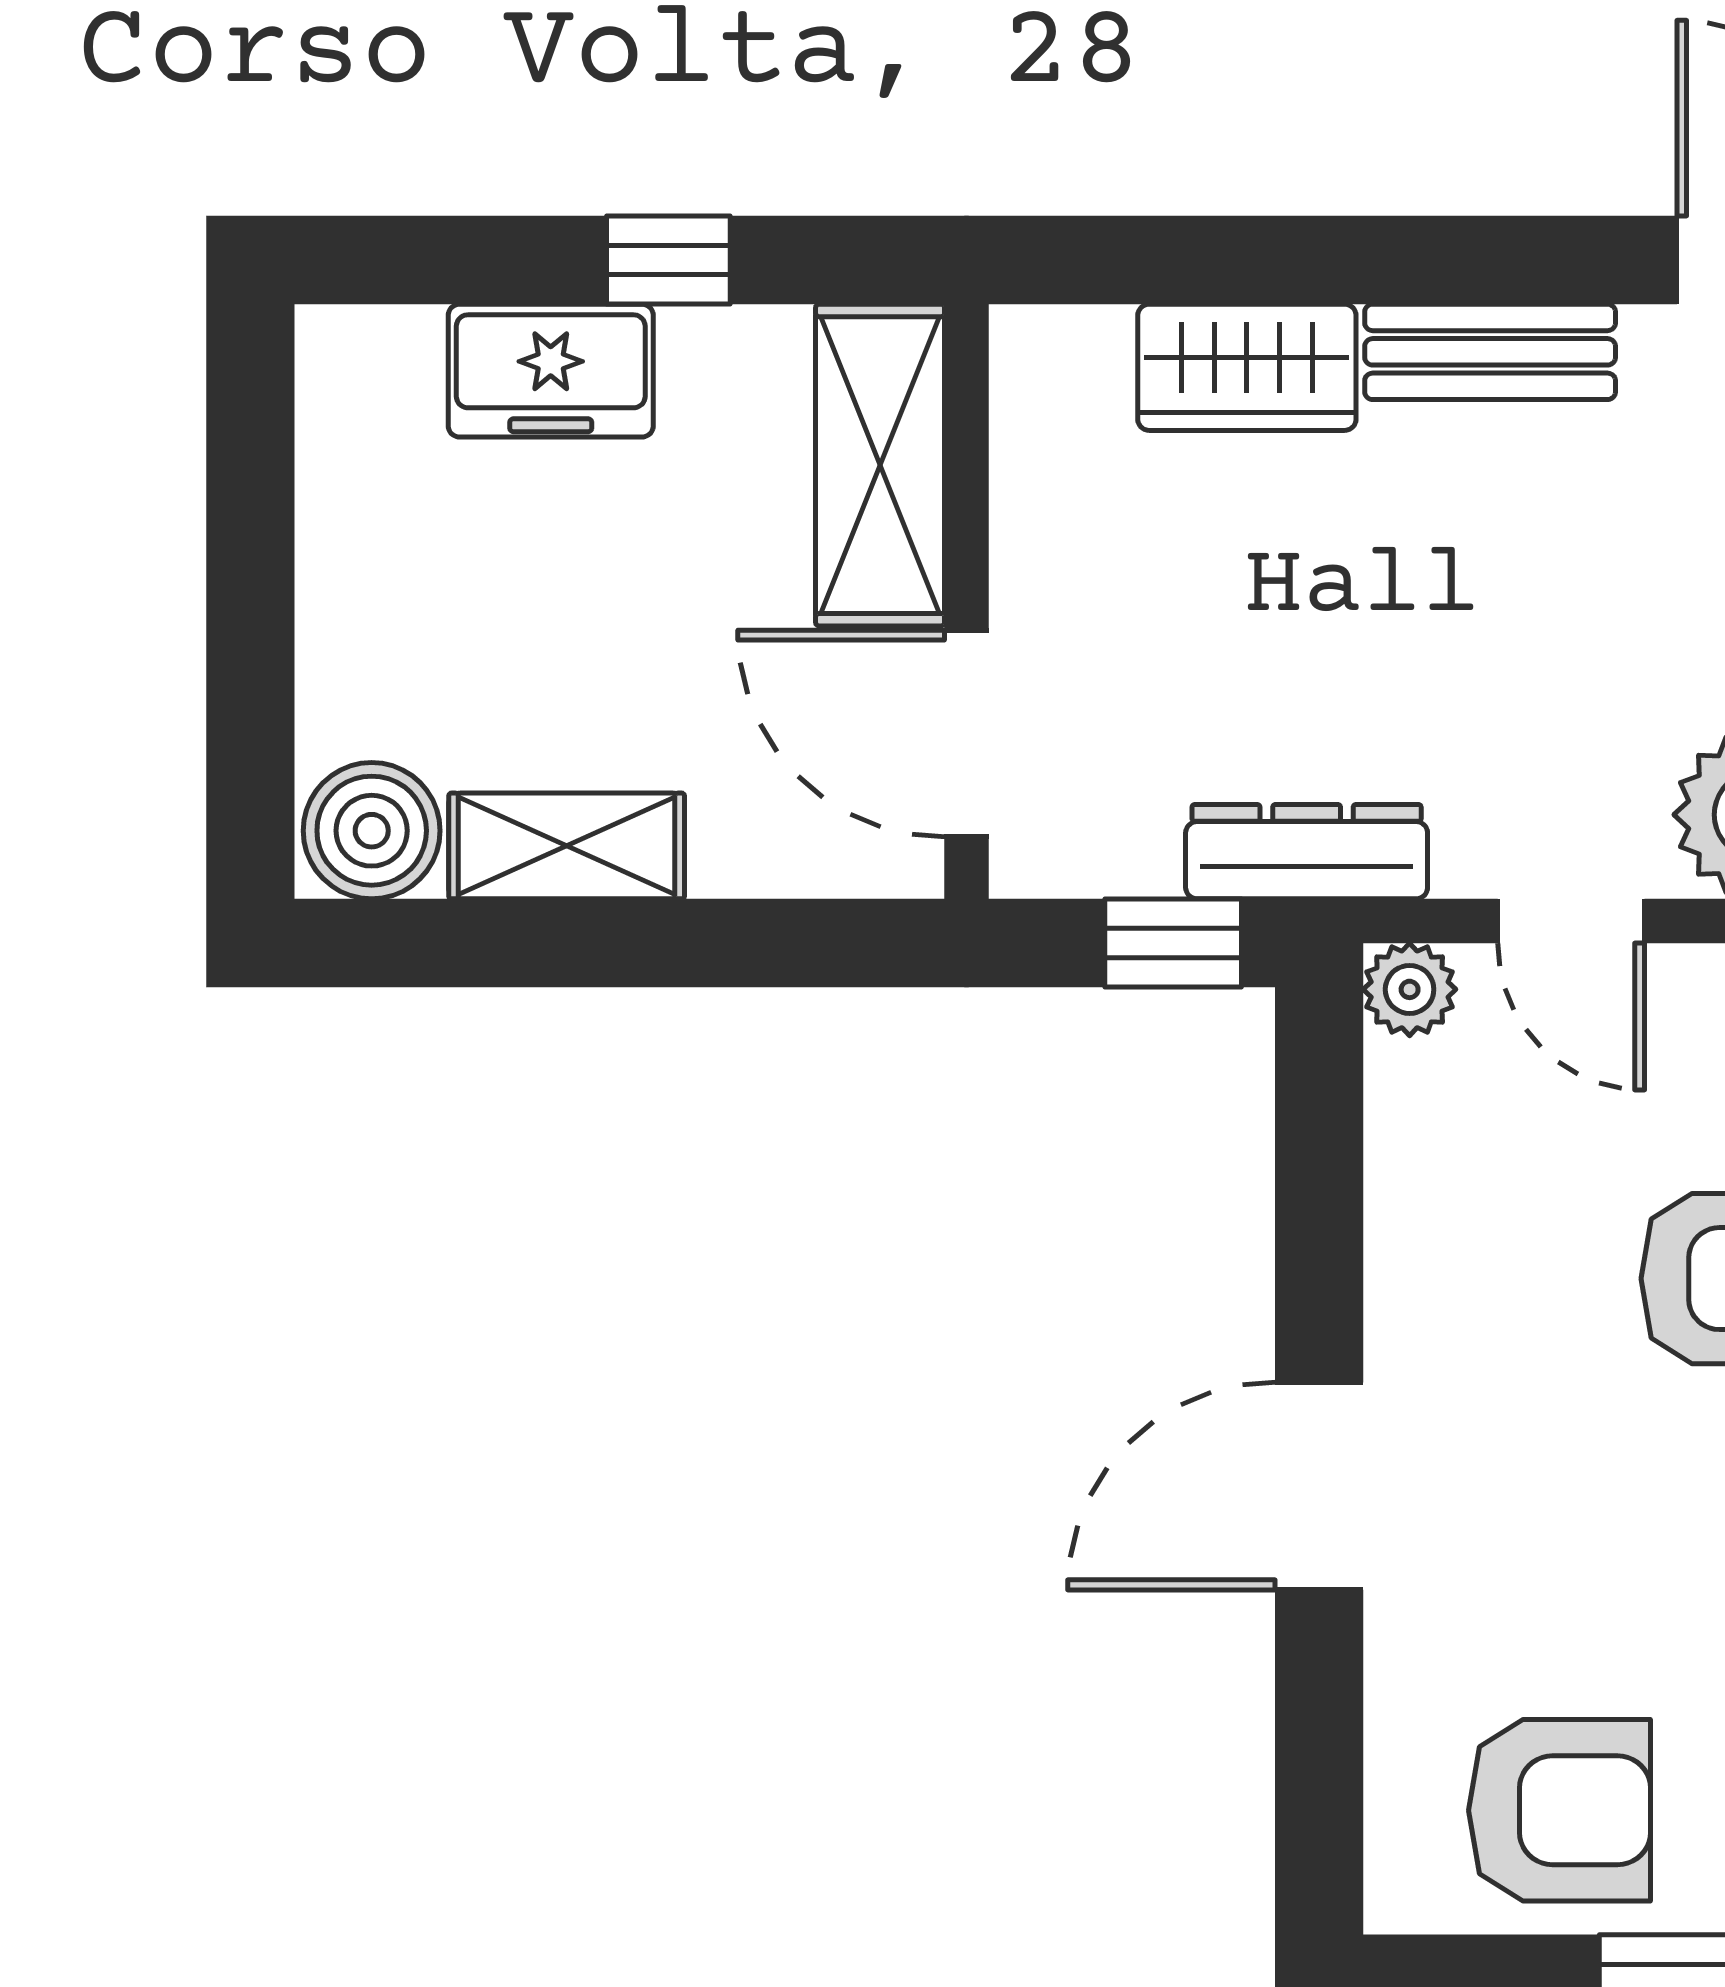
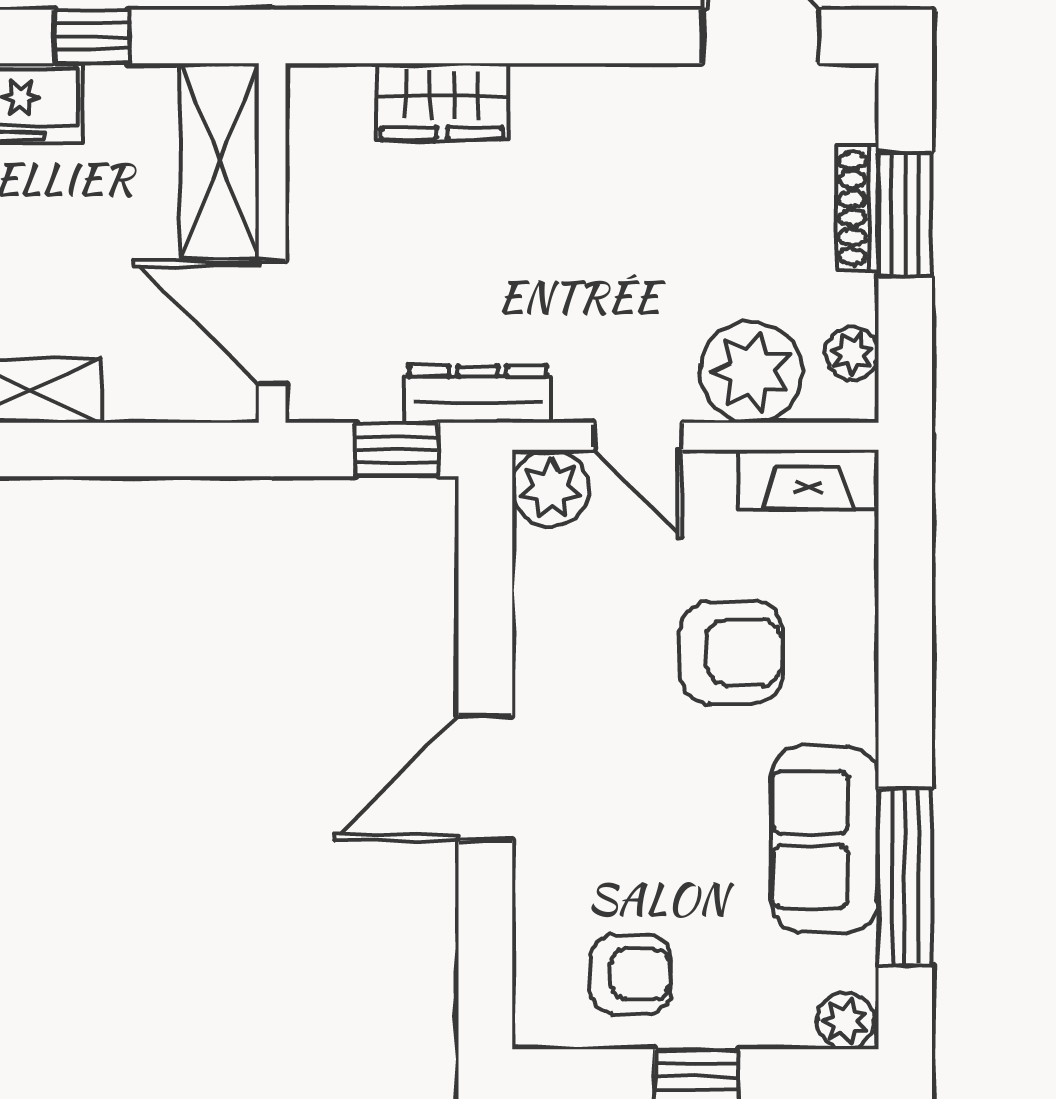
bench: (1490, 352) -> (589, 92), removed
plant: (1410, 989) -> (551, 488), width x1.38, depth x1.38
armchair: (1560, 1810) -> (631, 974), width x0.72, depth x0.72

